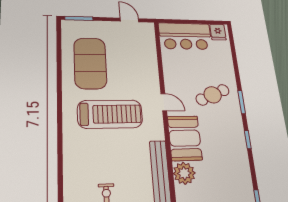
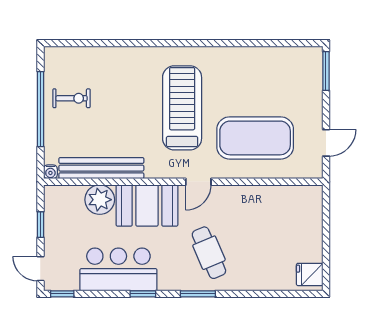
bar counter: (185, 36) -> (118, 269), moved, turned 90
exercise mat: (90, 63) -> (255, 138), moved
treadmill: (110, 114) -> (182, 108), turned 180

